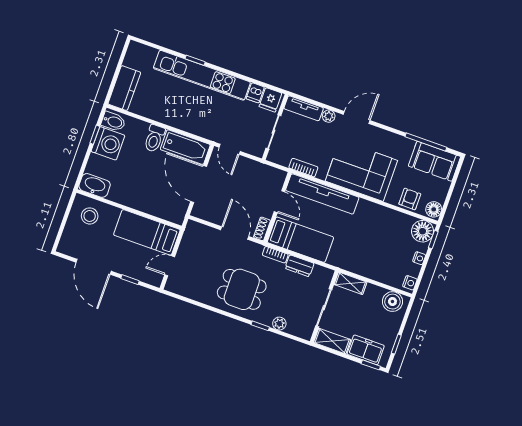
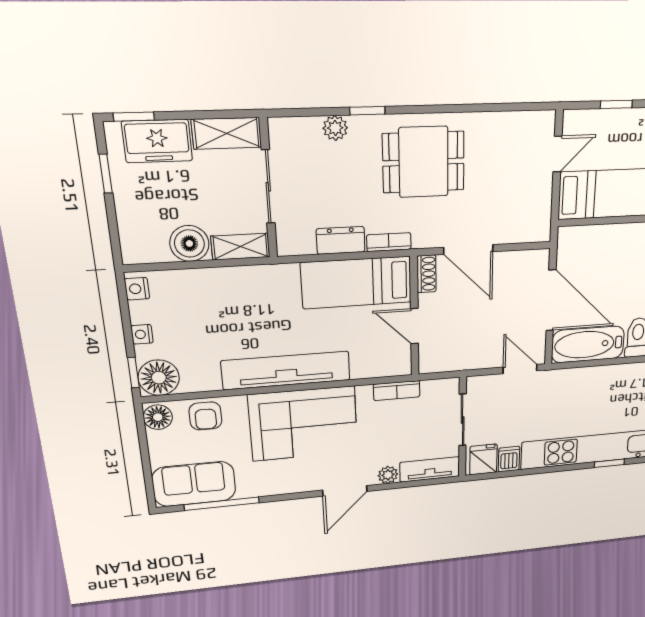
tv unit: (322, 194) -> (286, 370), moved
boiler: (392, 302) -> (189, 243), moved

